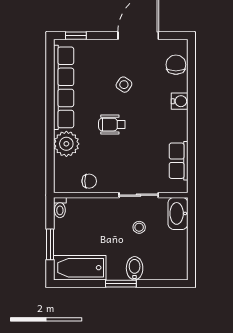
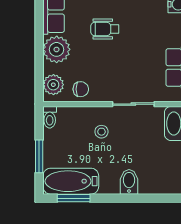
plant: (63, 177) -> (53, 85), added
stool: (139, 227) -> (101, 132), moved
window: (121, 284) -> (74, 198), moved

